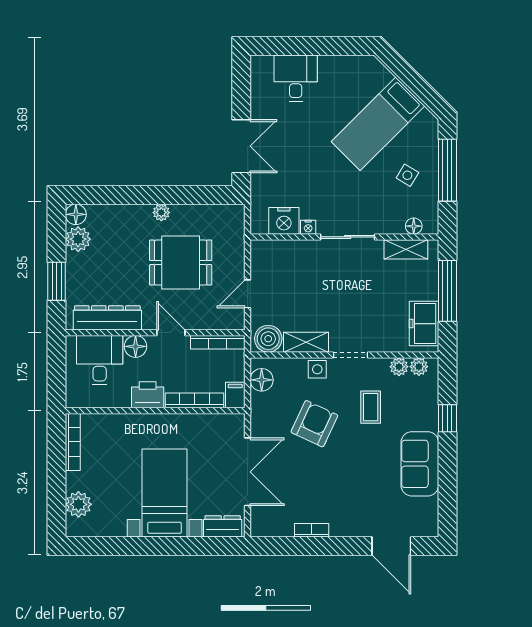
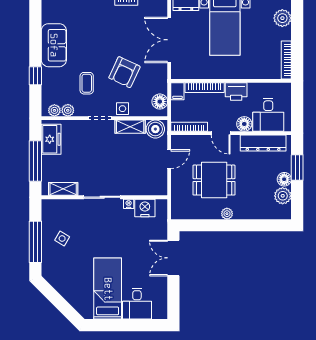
bed: (378, 124) -> (108, 289), moved, turned -45
floor lamp: (76, 214) -> (284, 179), moved
floor lamp: (414, 226) -> (58, 205), removed

